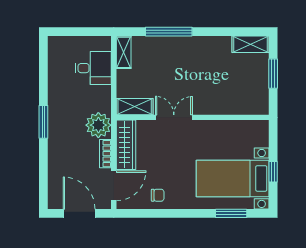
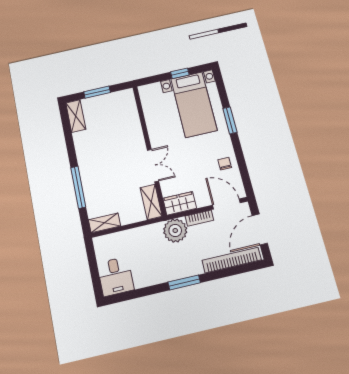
desk: (93, 68) -> (116, 276), moved, turned 180
double door: (174, 117) -> (153, 165), swing flipped
wardrobe: (126, 145) -> (180, 203), width x0.67
bookcase: (55, 176) -> (232, 260), added
window: (231, 213) -> (230, 120), moved

